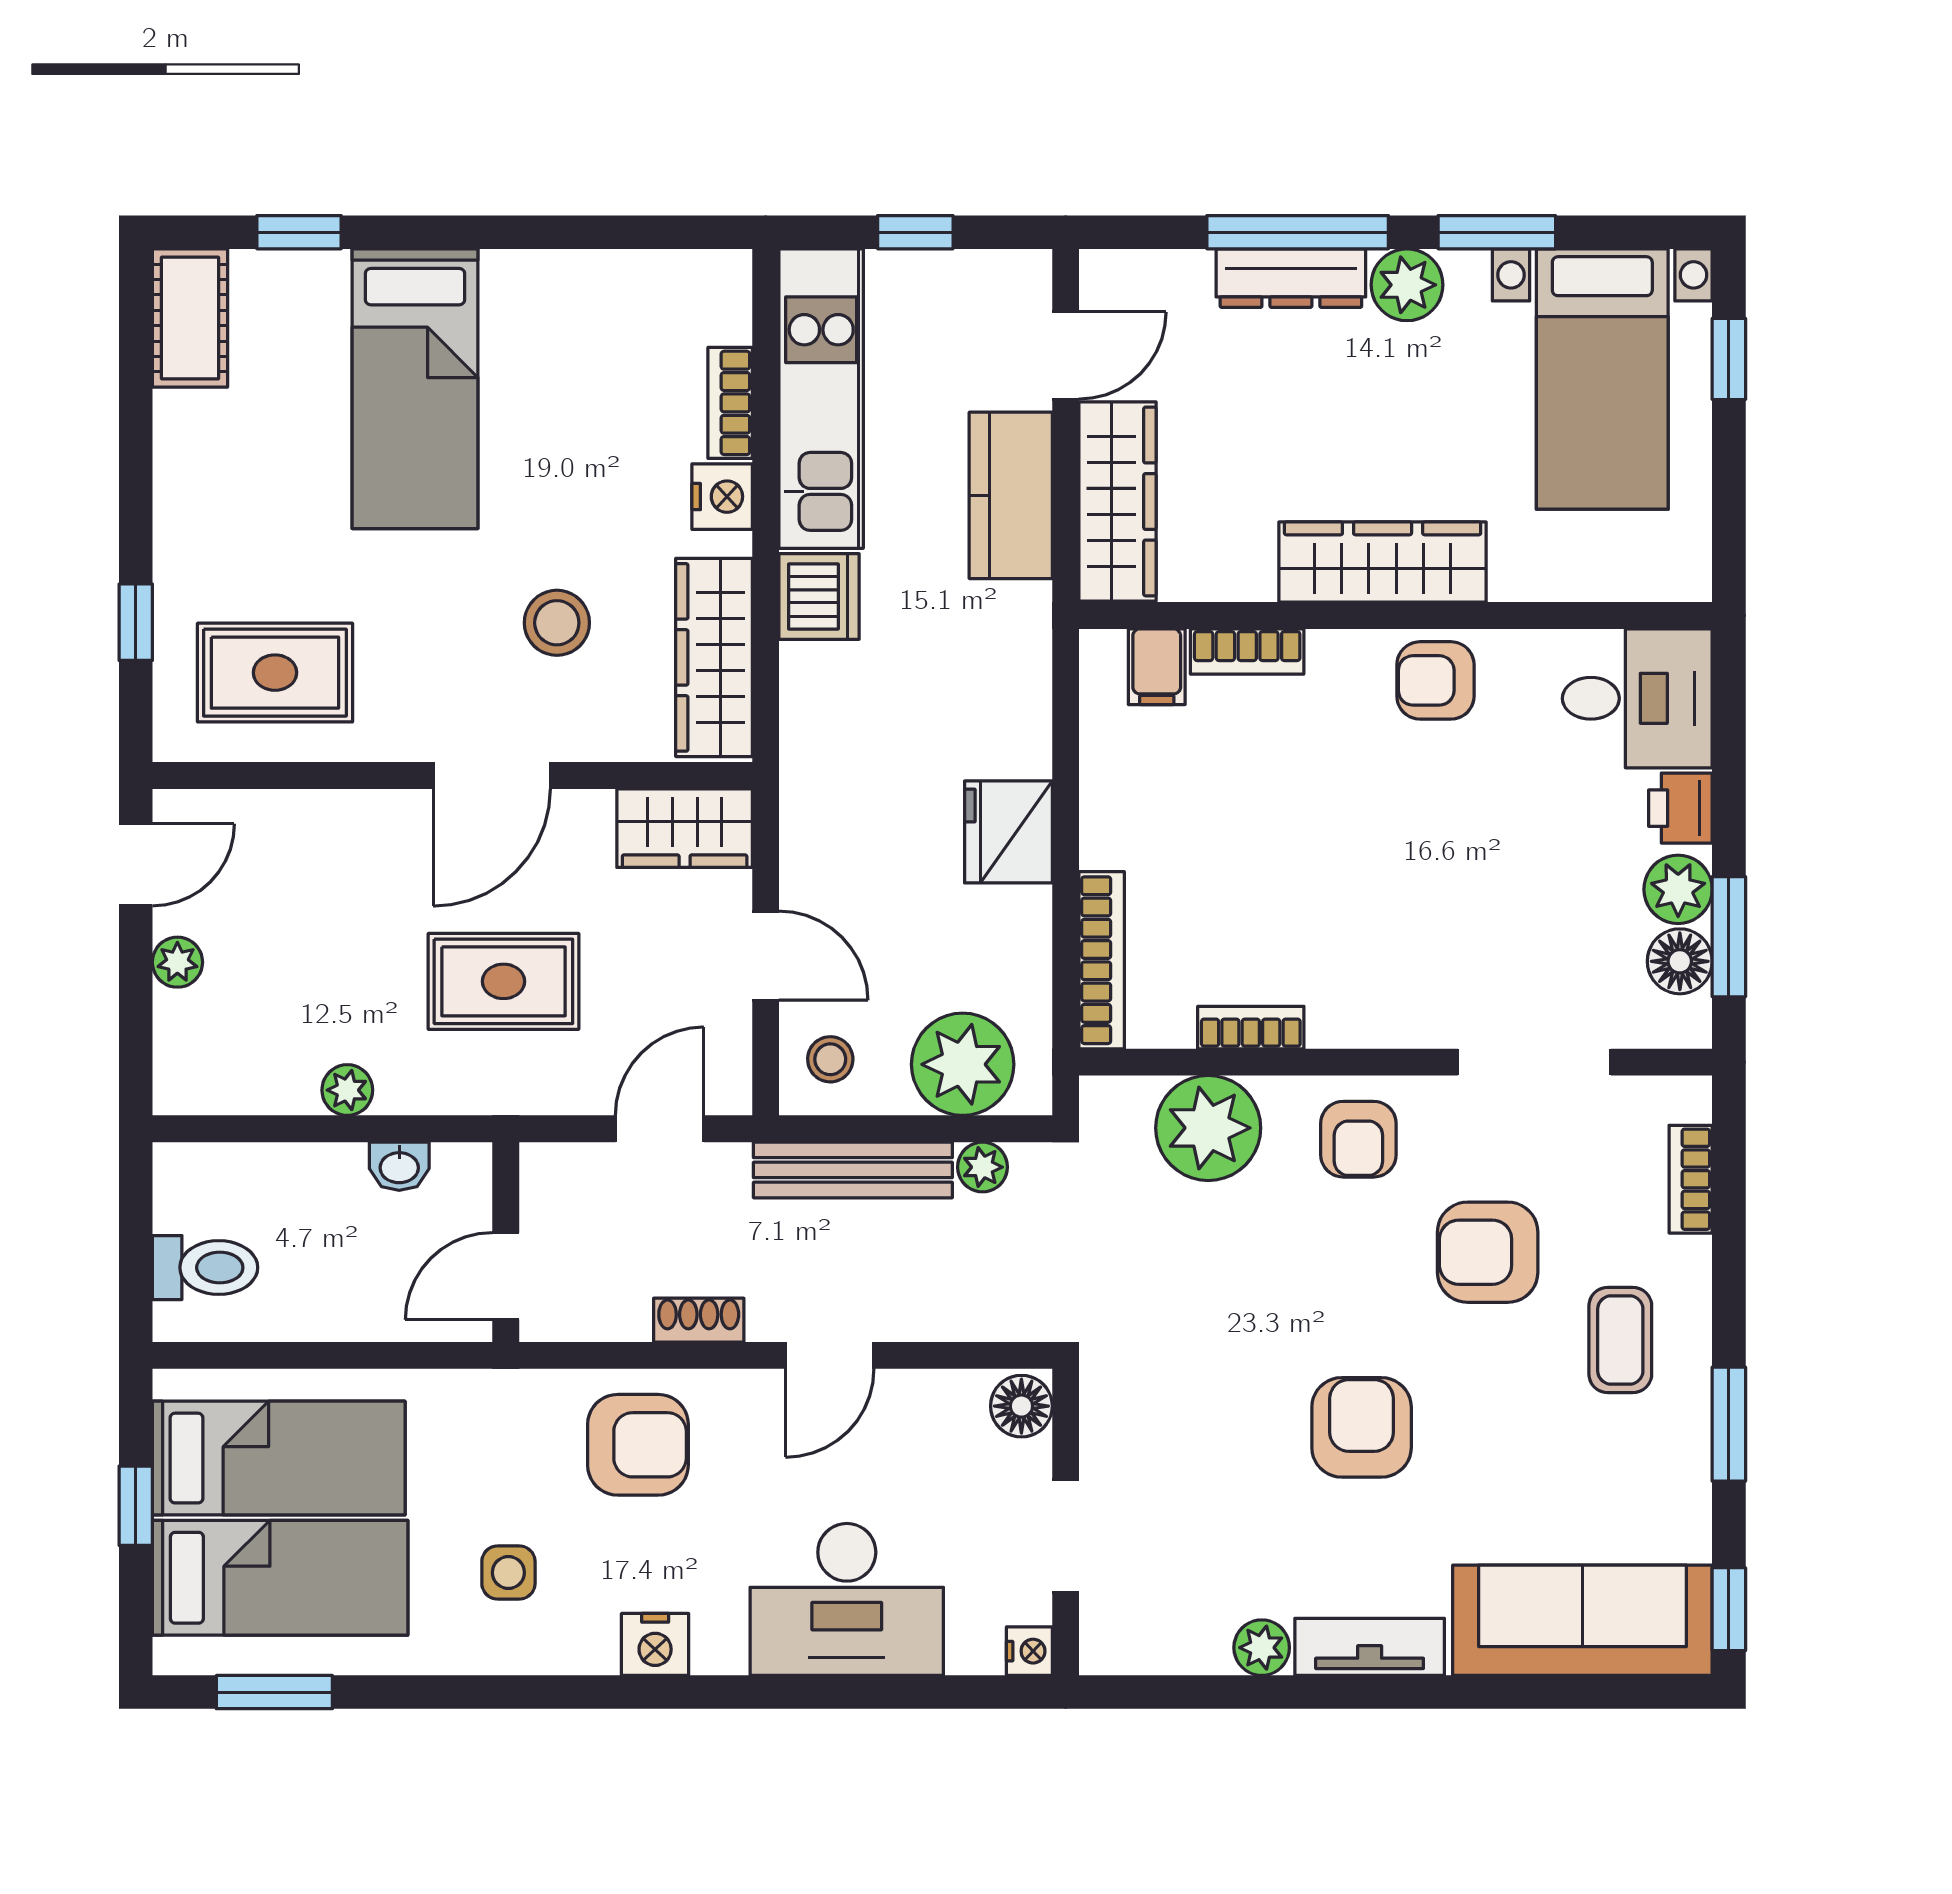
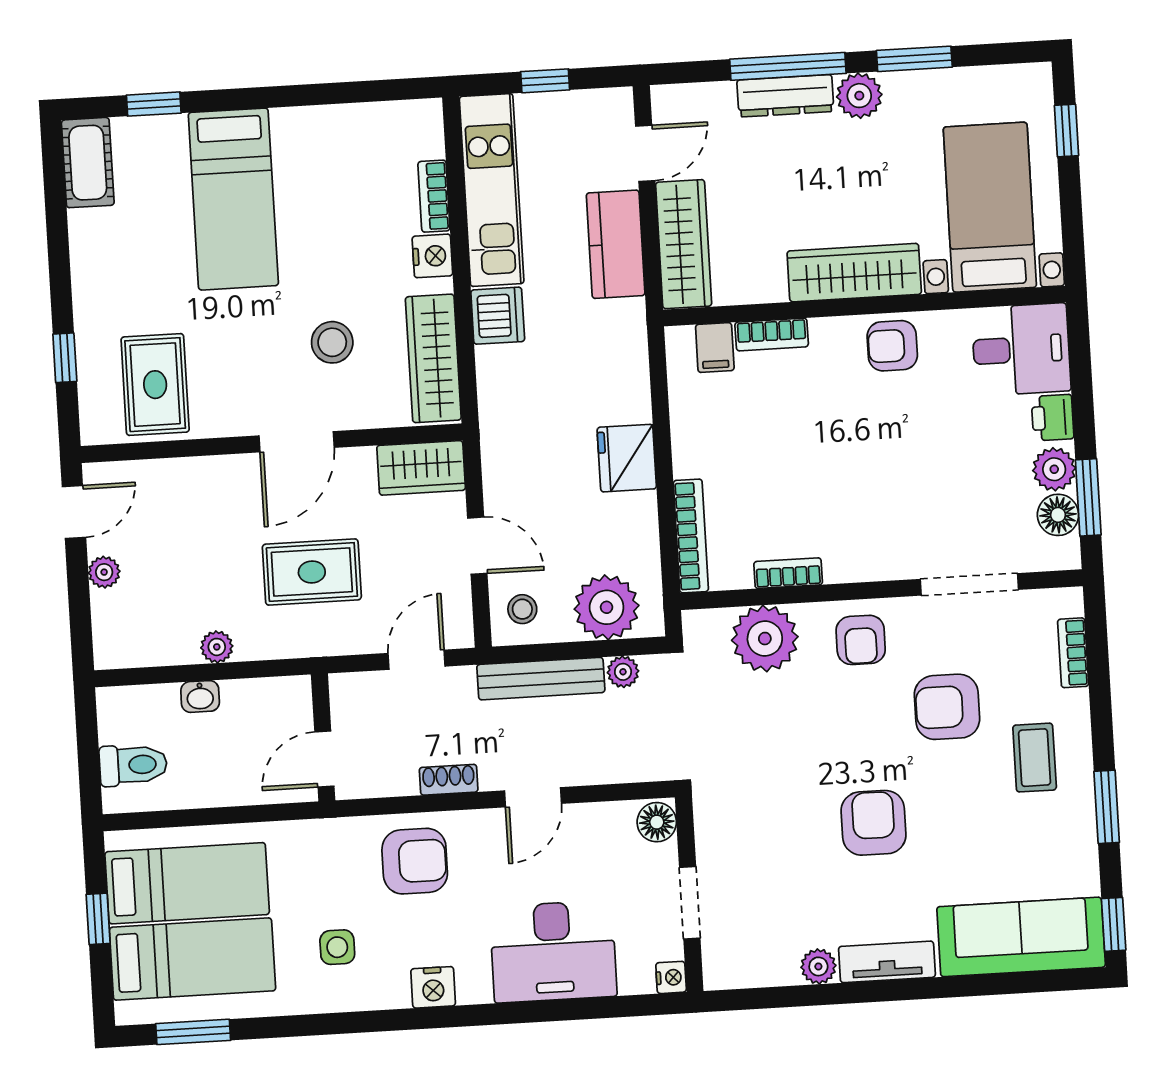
bed with nightstands: (1602, 379) -> (990, 207), moved, turned 180
rug: (275, 673) -> (155, 385), turned 90
washbasin: (399, 1166) -> (200, 696), moved

